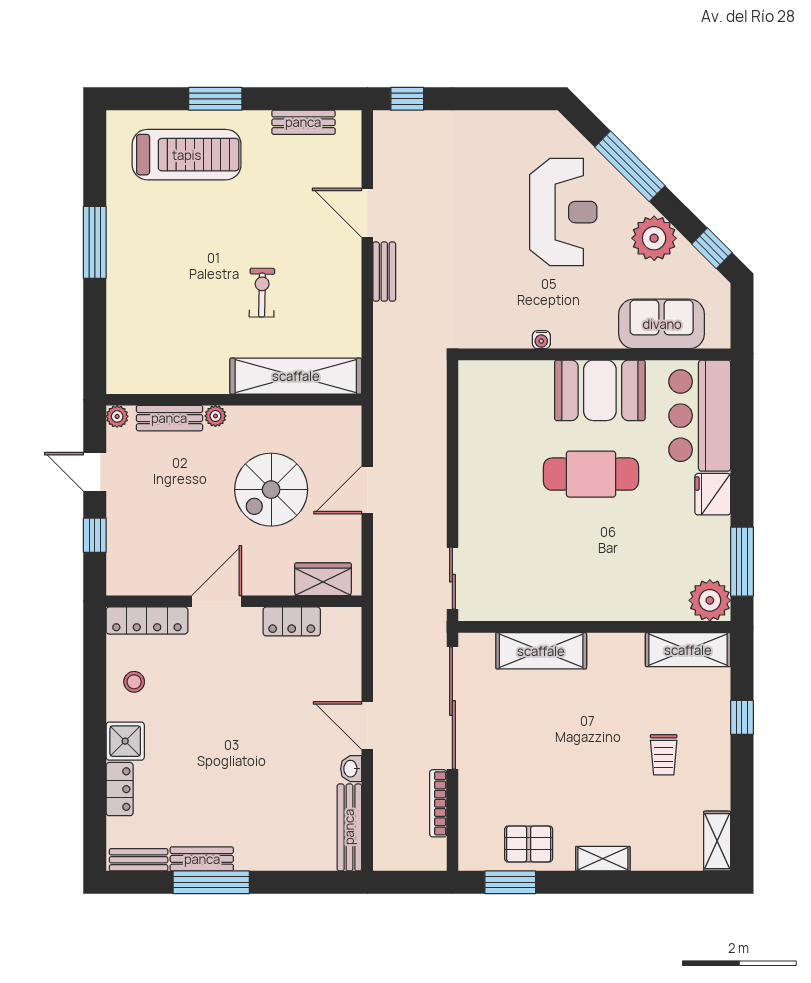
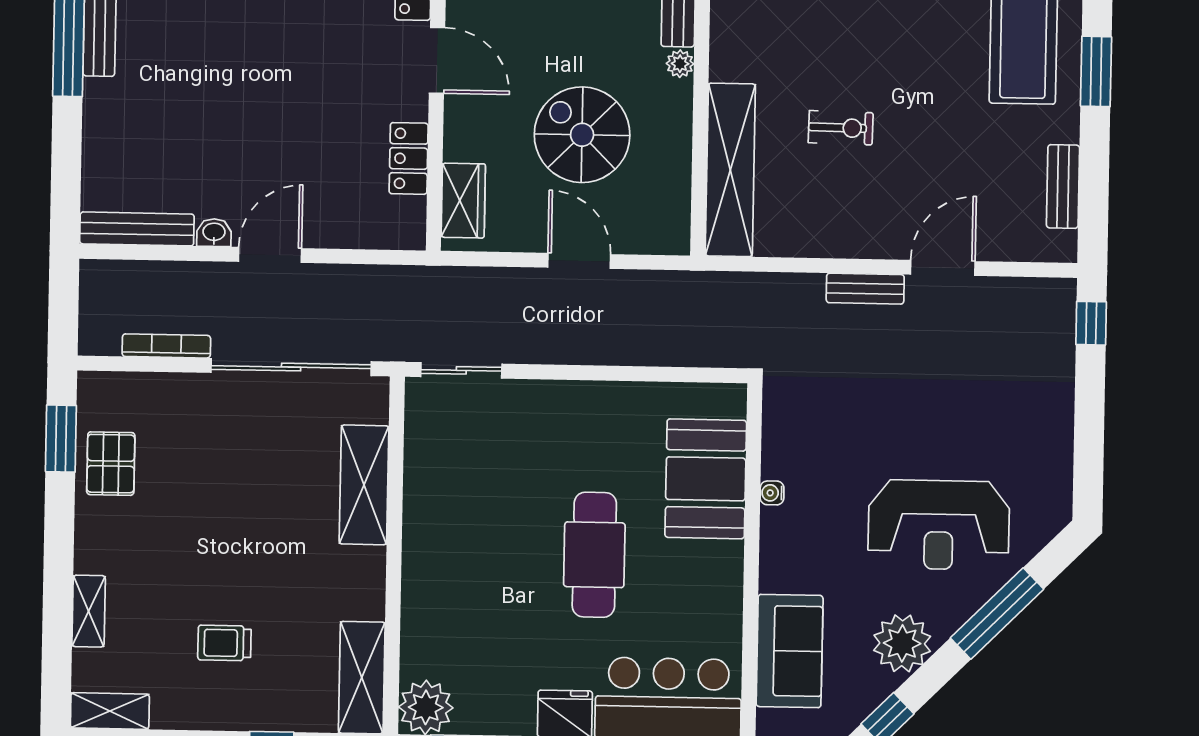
booth: (600, 390) -> (706, 479), moved
shelving: (603, 859) -> (89, 611), moved

